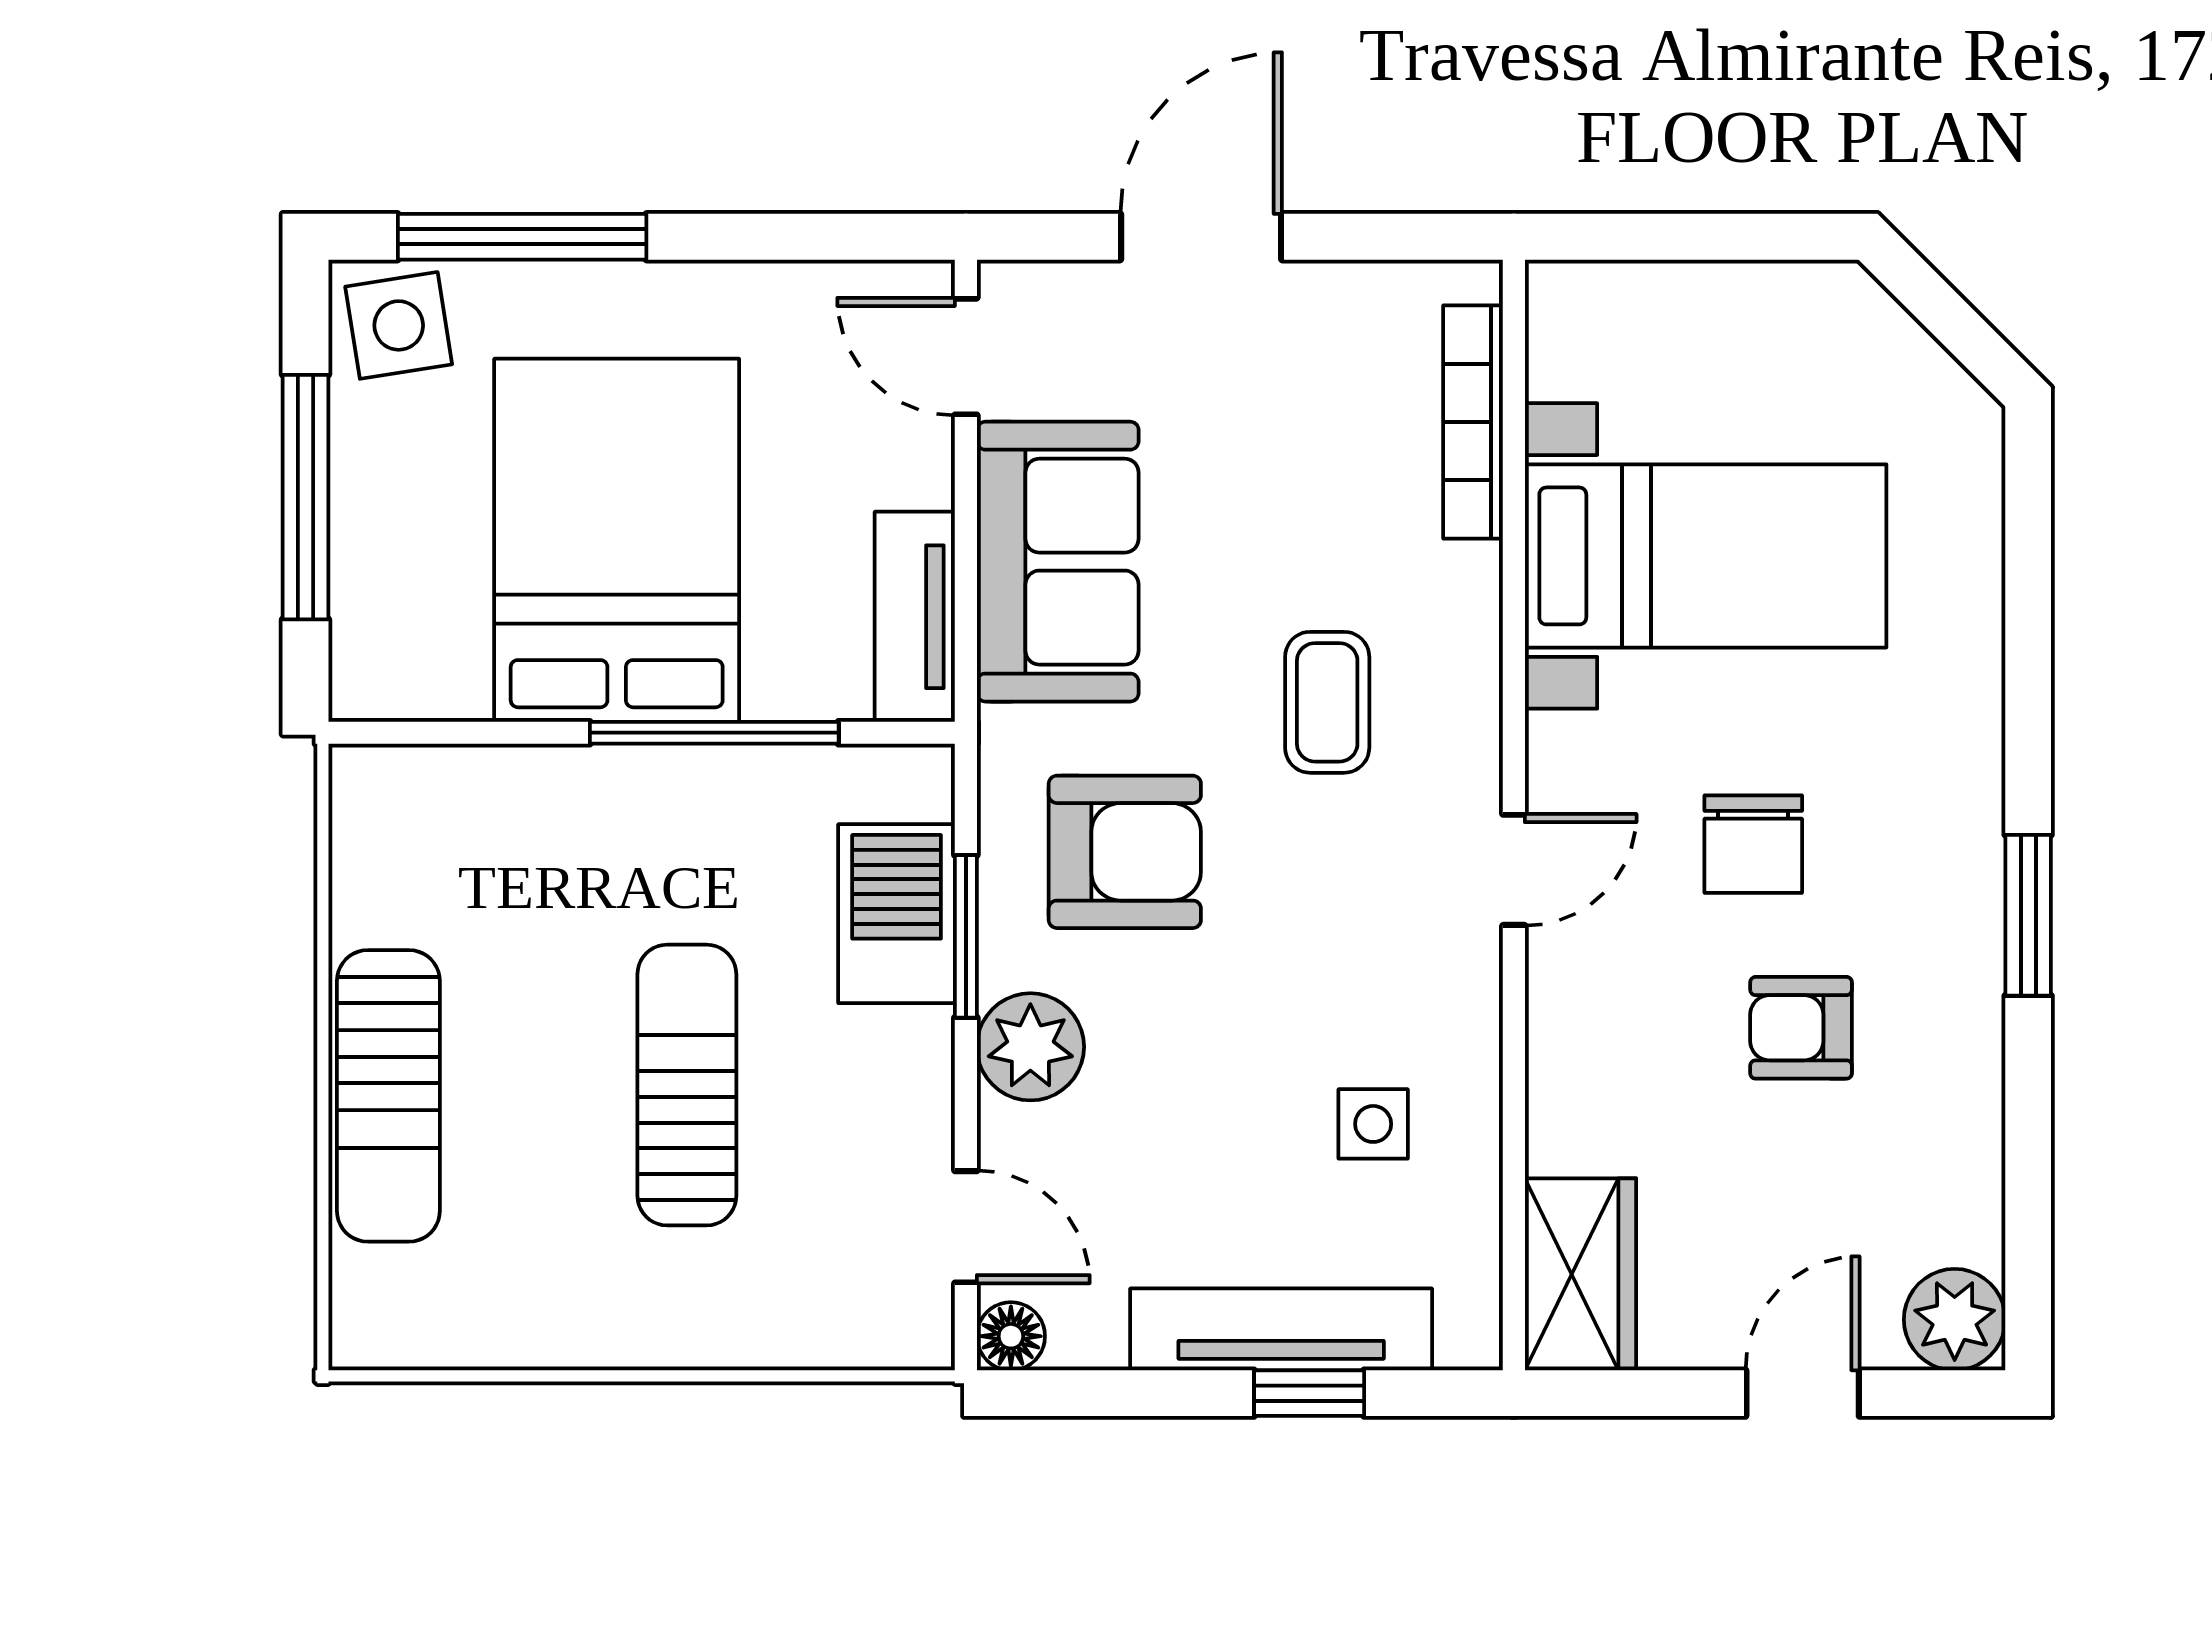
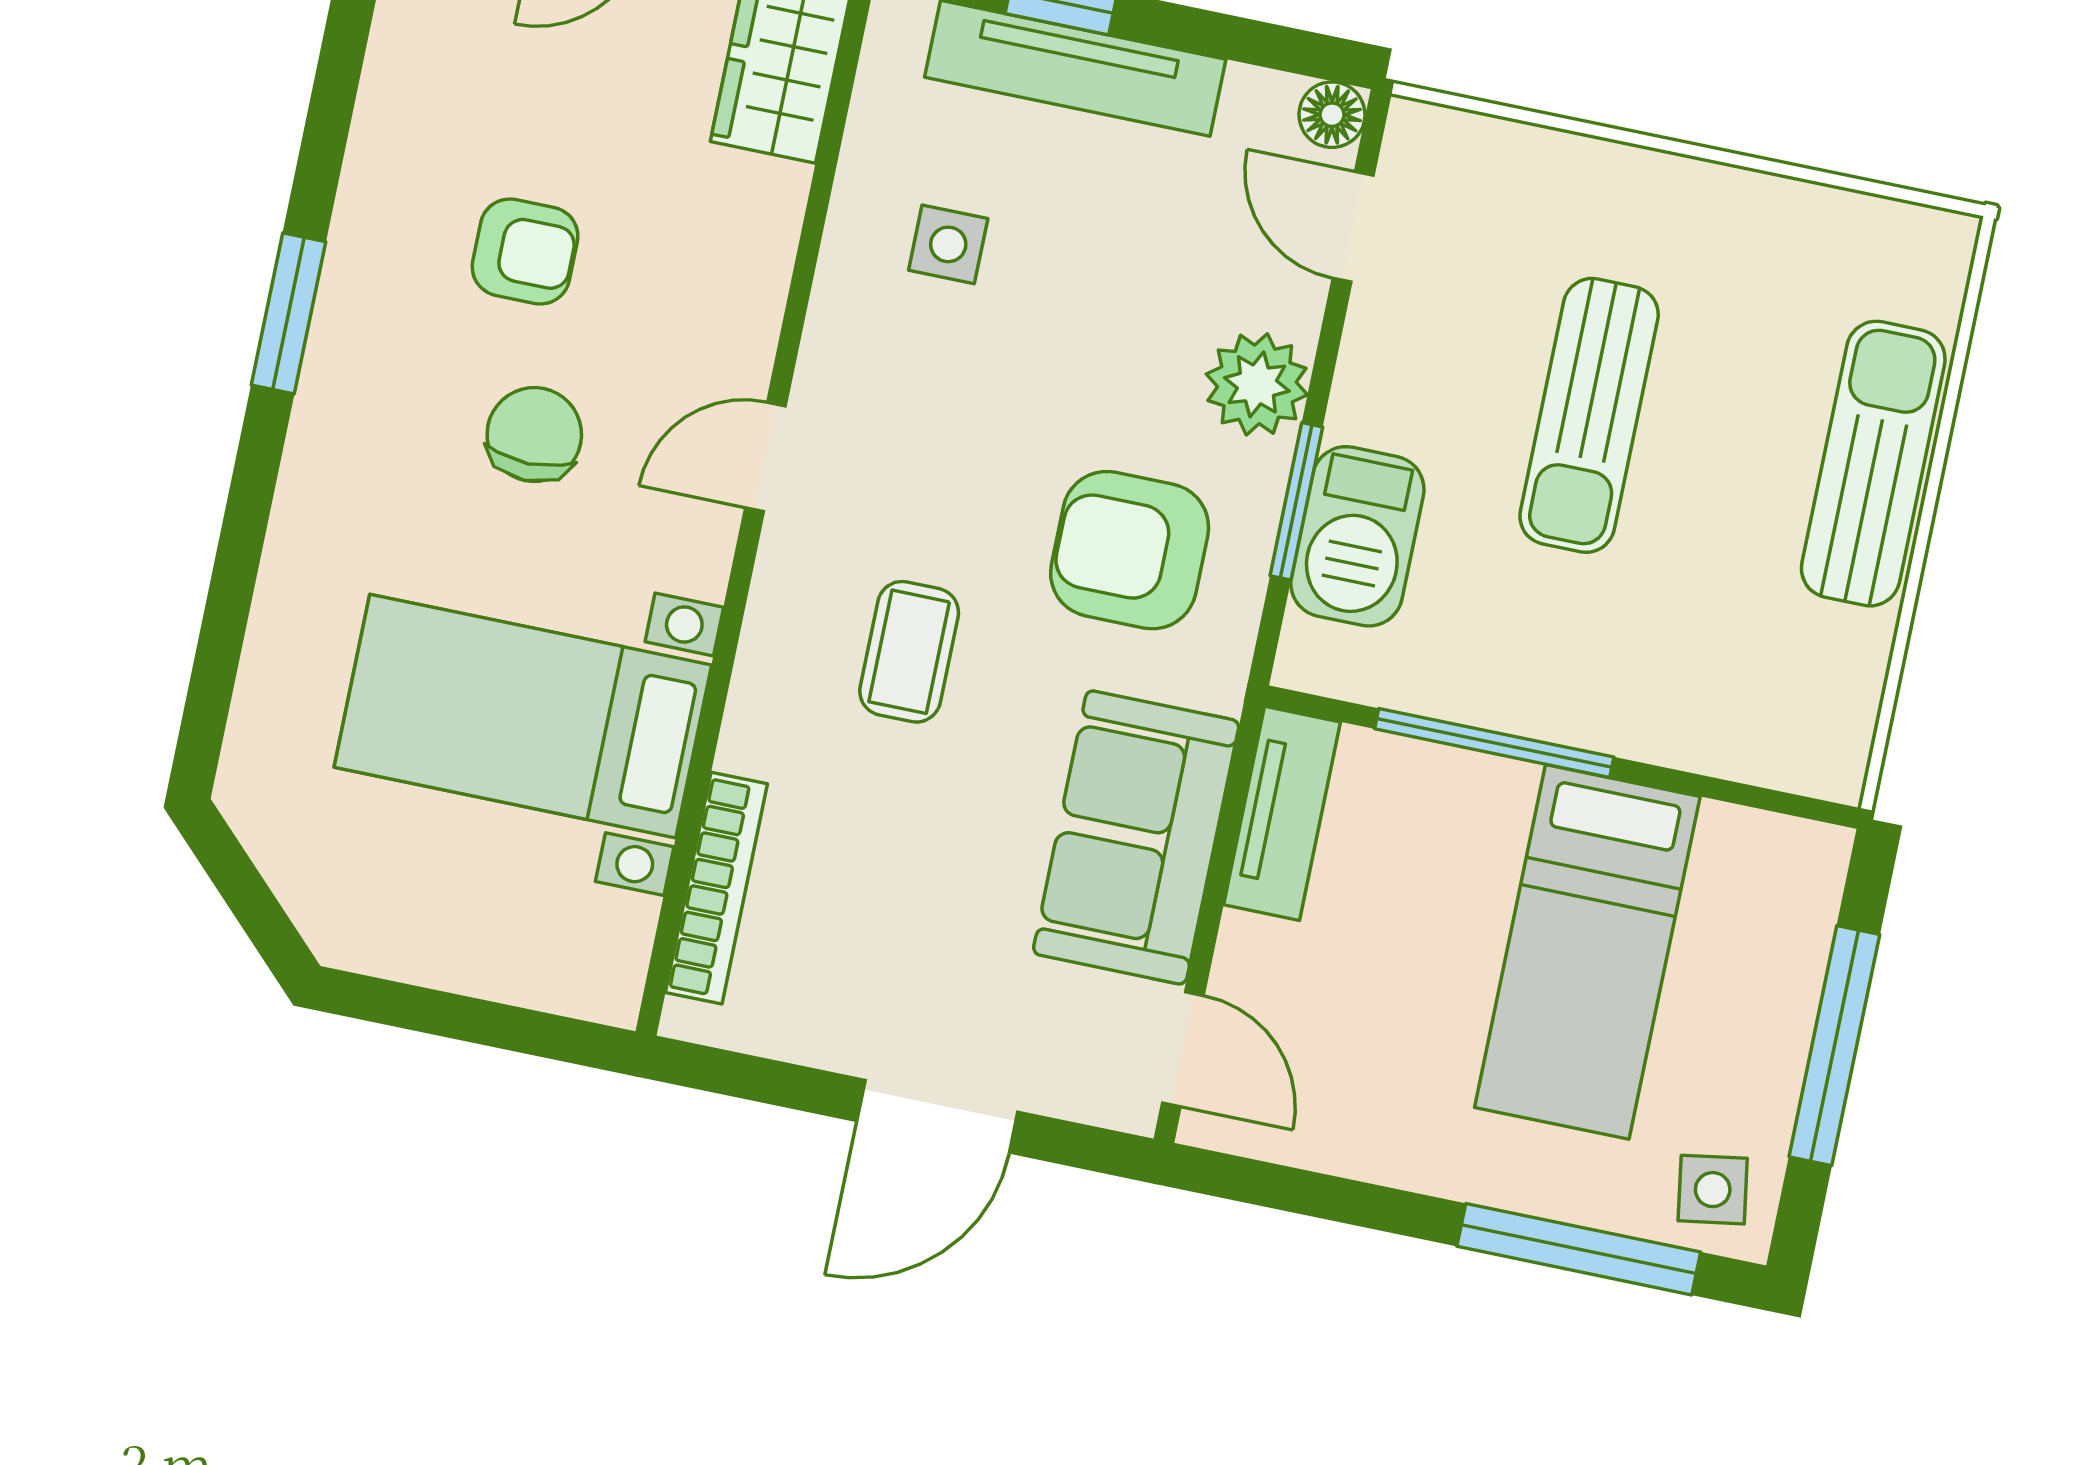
side table: (399, 325) -> (1713, 1190), width x0.73, depth x0.73
bed: (617, 540) -> (1587, 952), width x0.67

